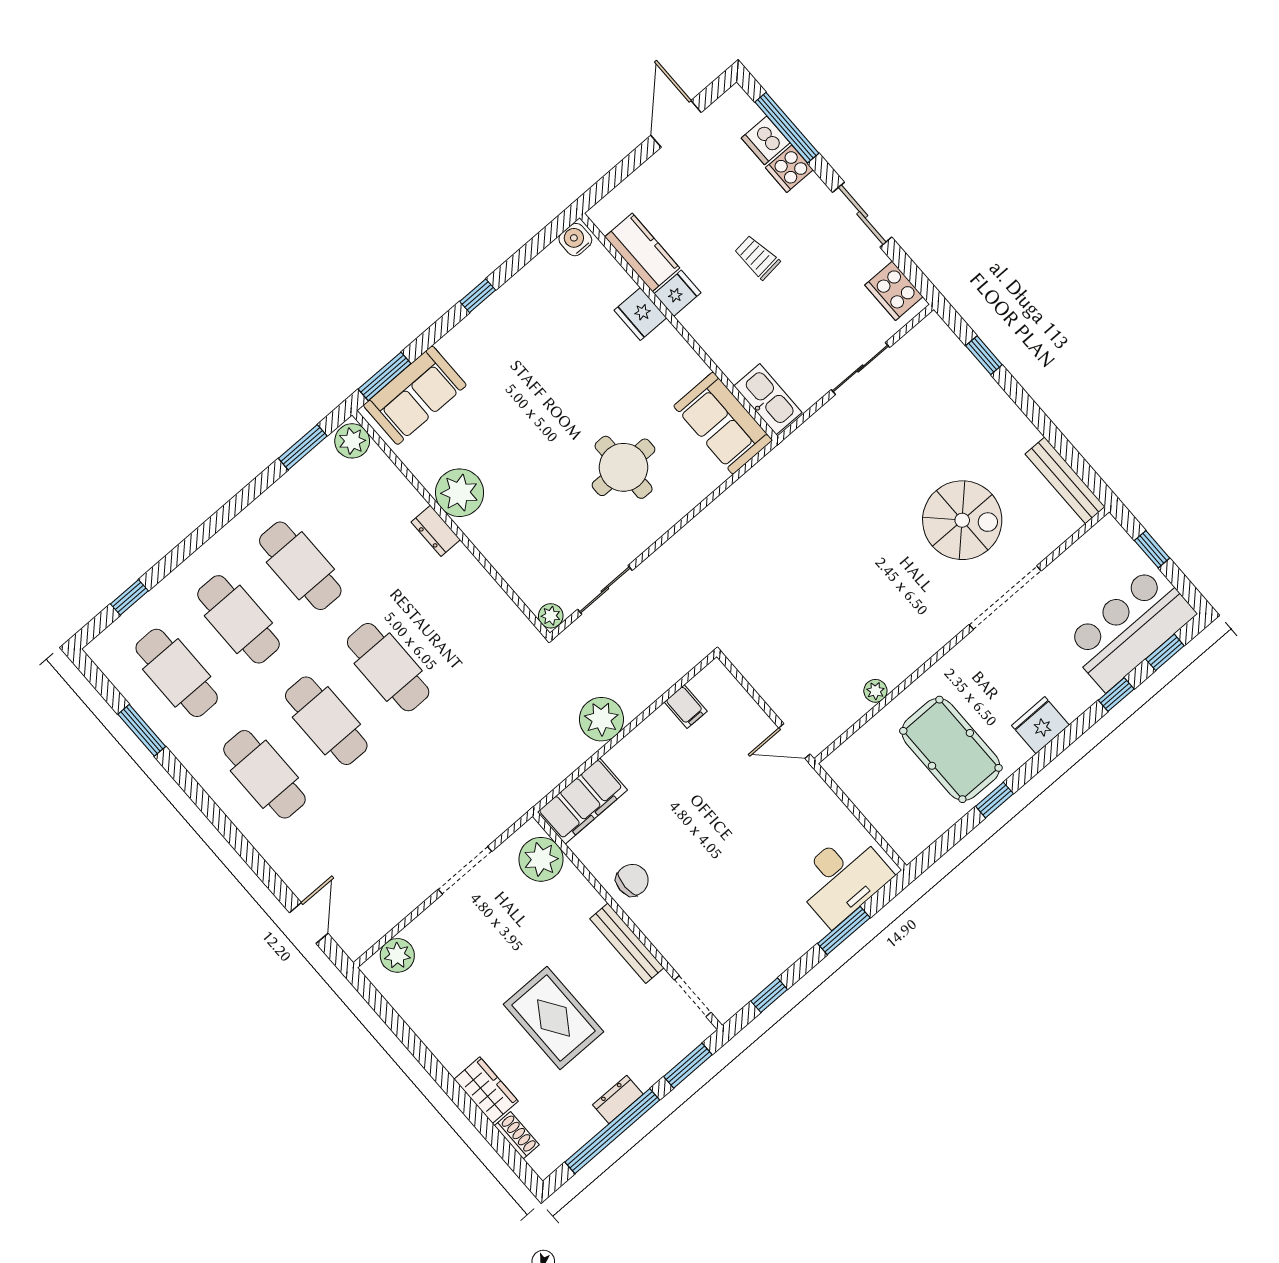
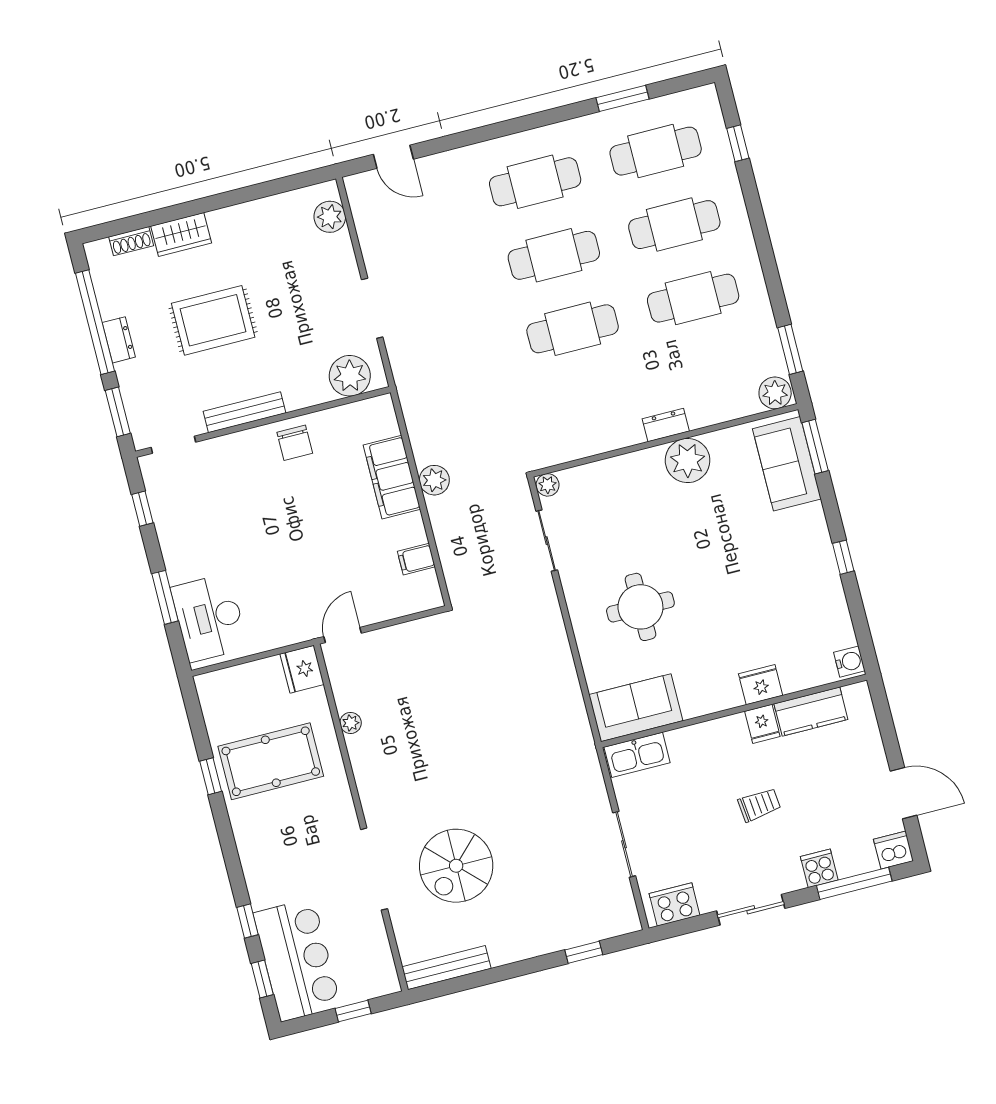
dishwasher: (766, 140) -> (893, 850), moved
plant: (601, 719) -> (434, 480), width x0.73, depth x0.73
fridge: (1040, 725) -> (302, 669), moved, turned 180
filing cabinet: (582, 801) -> (392, 477), moved

